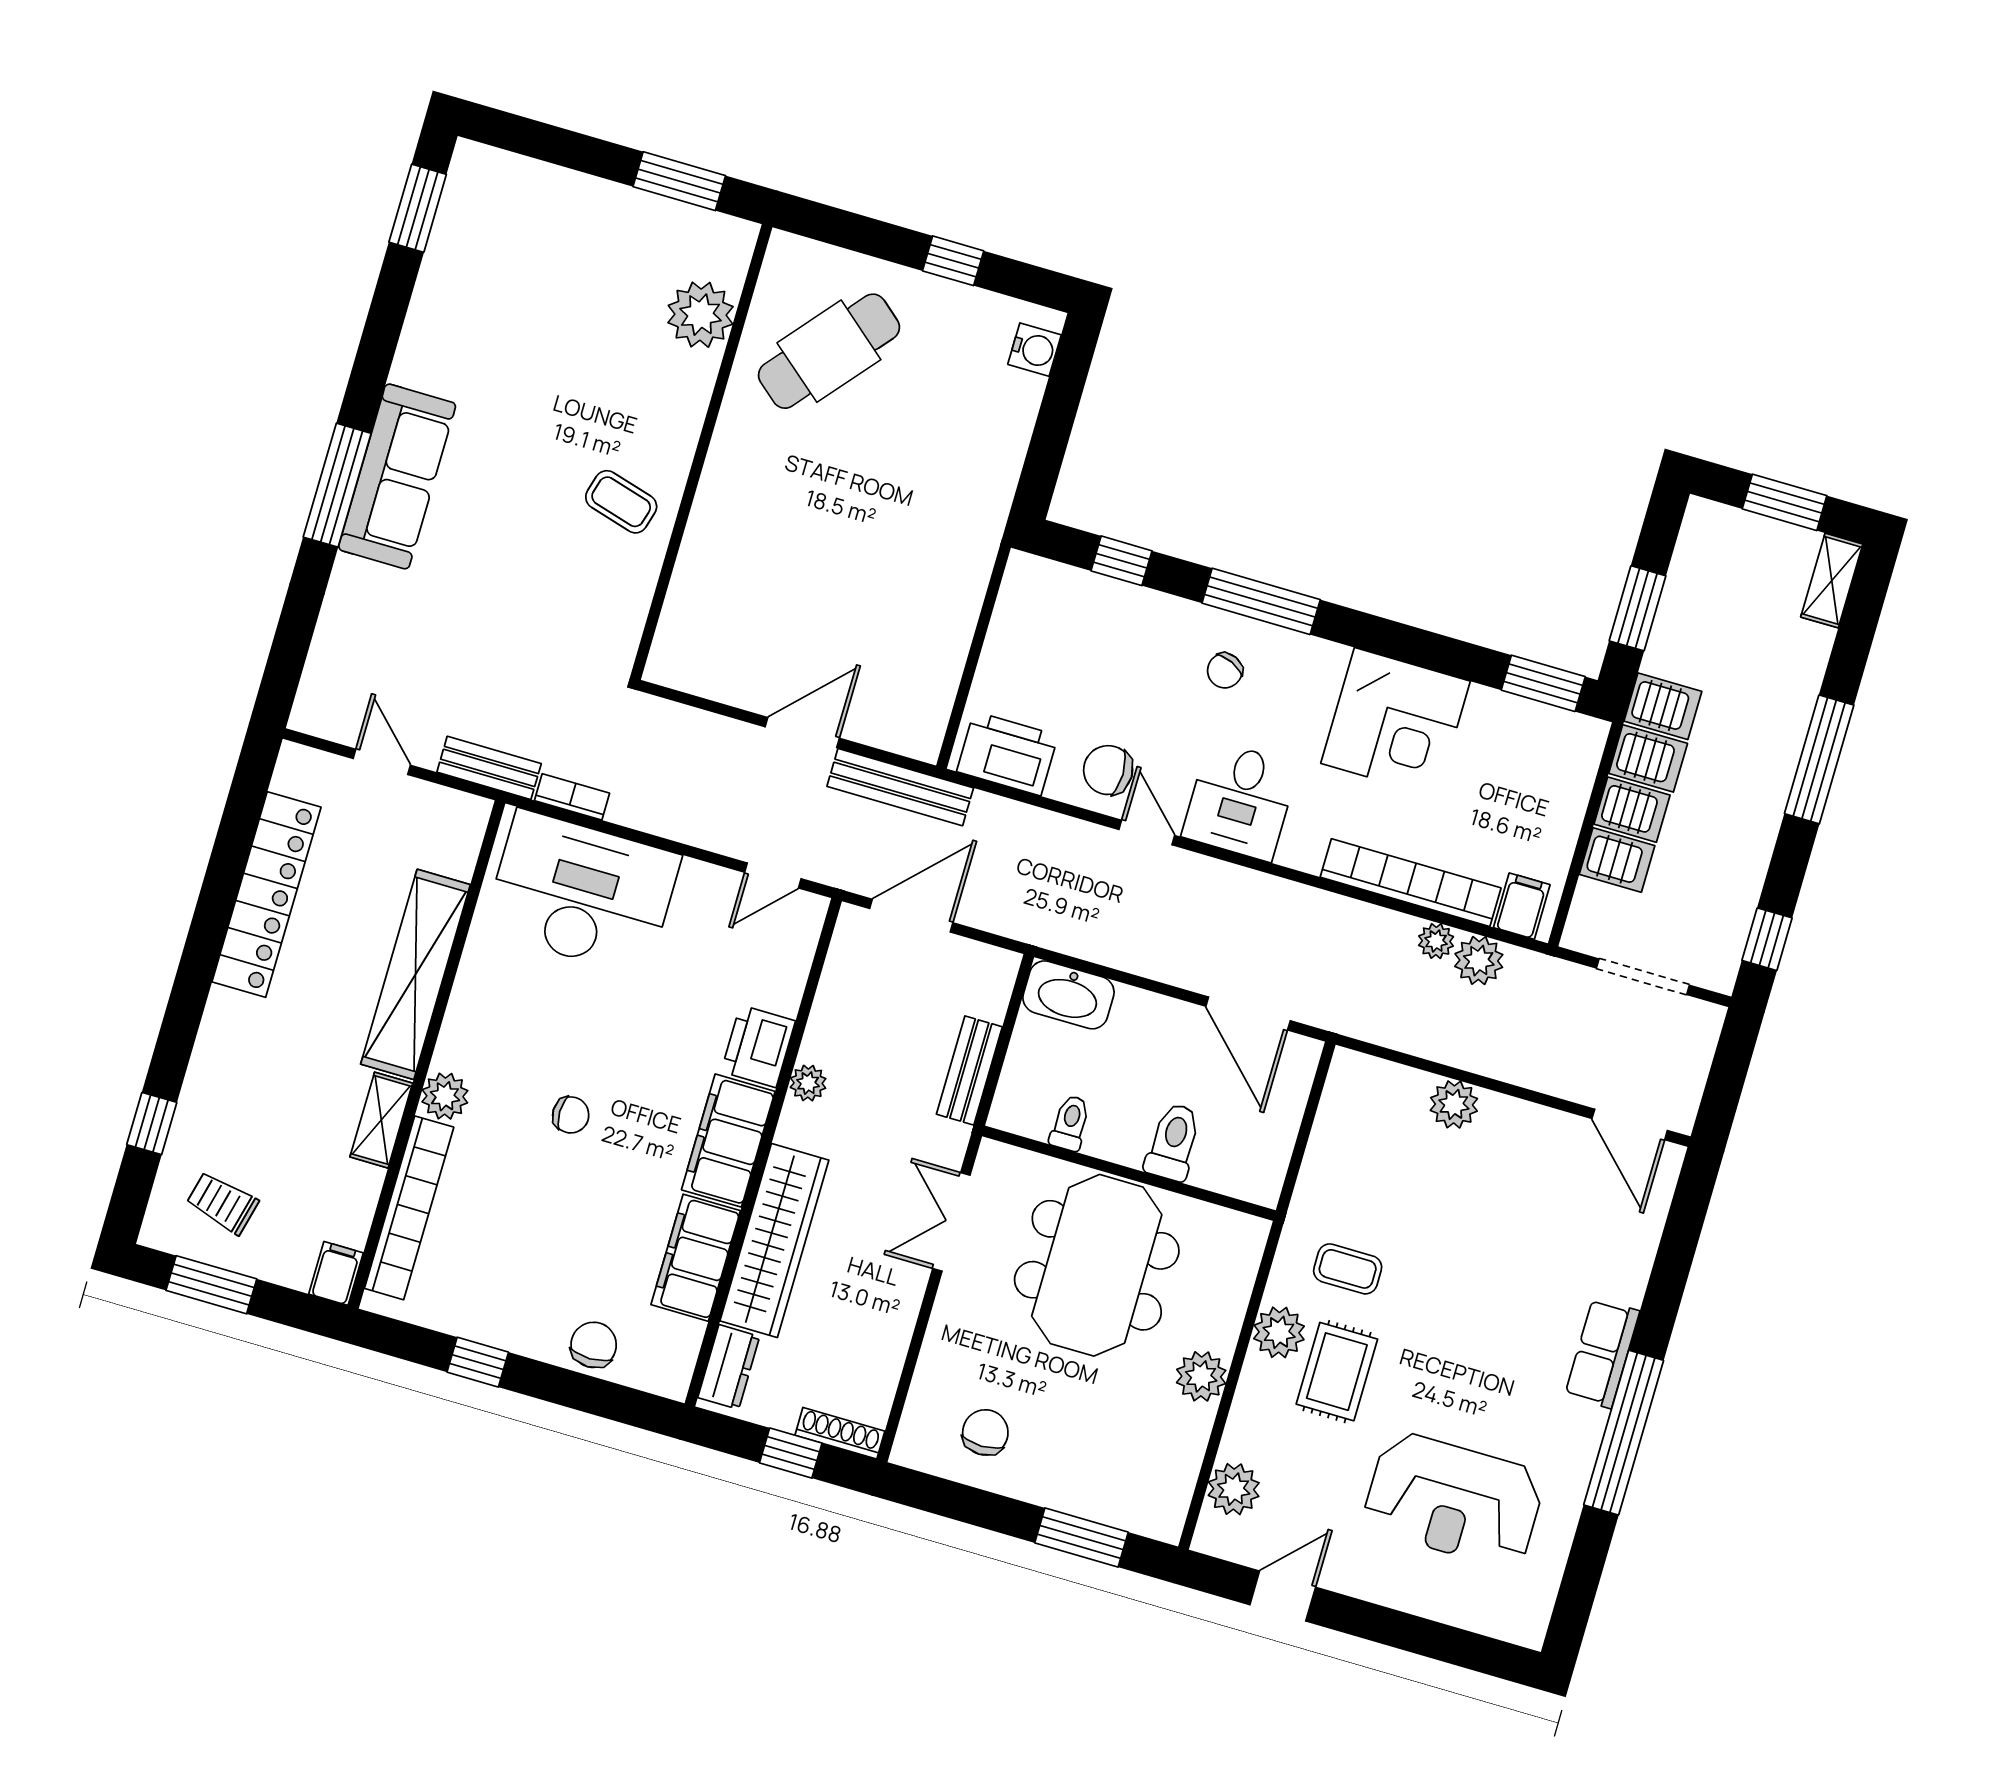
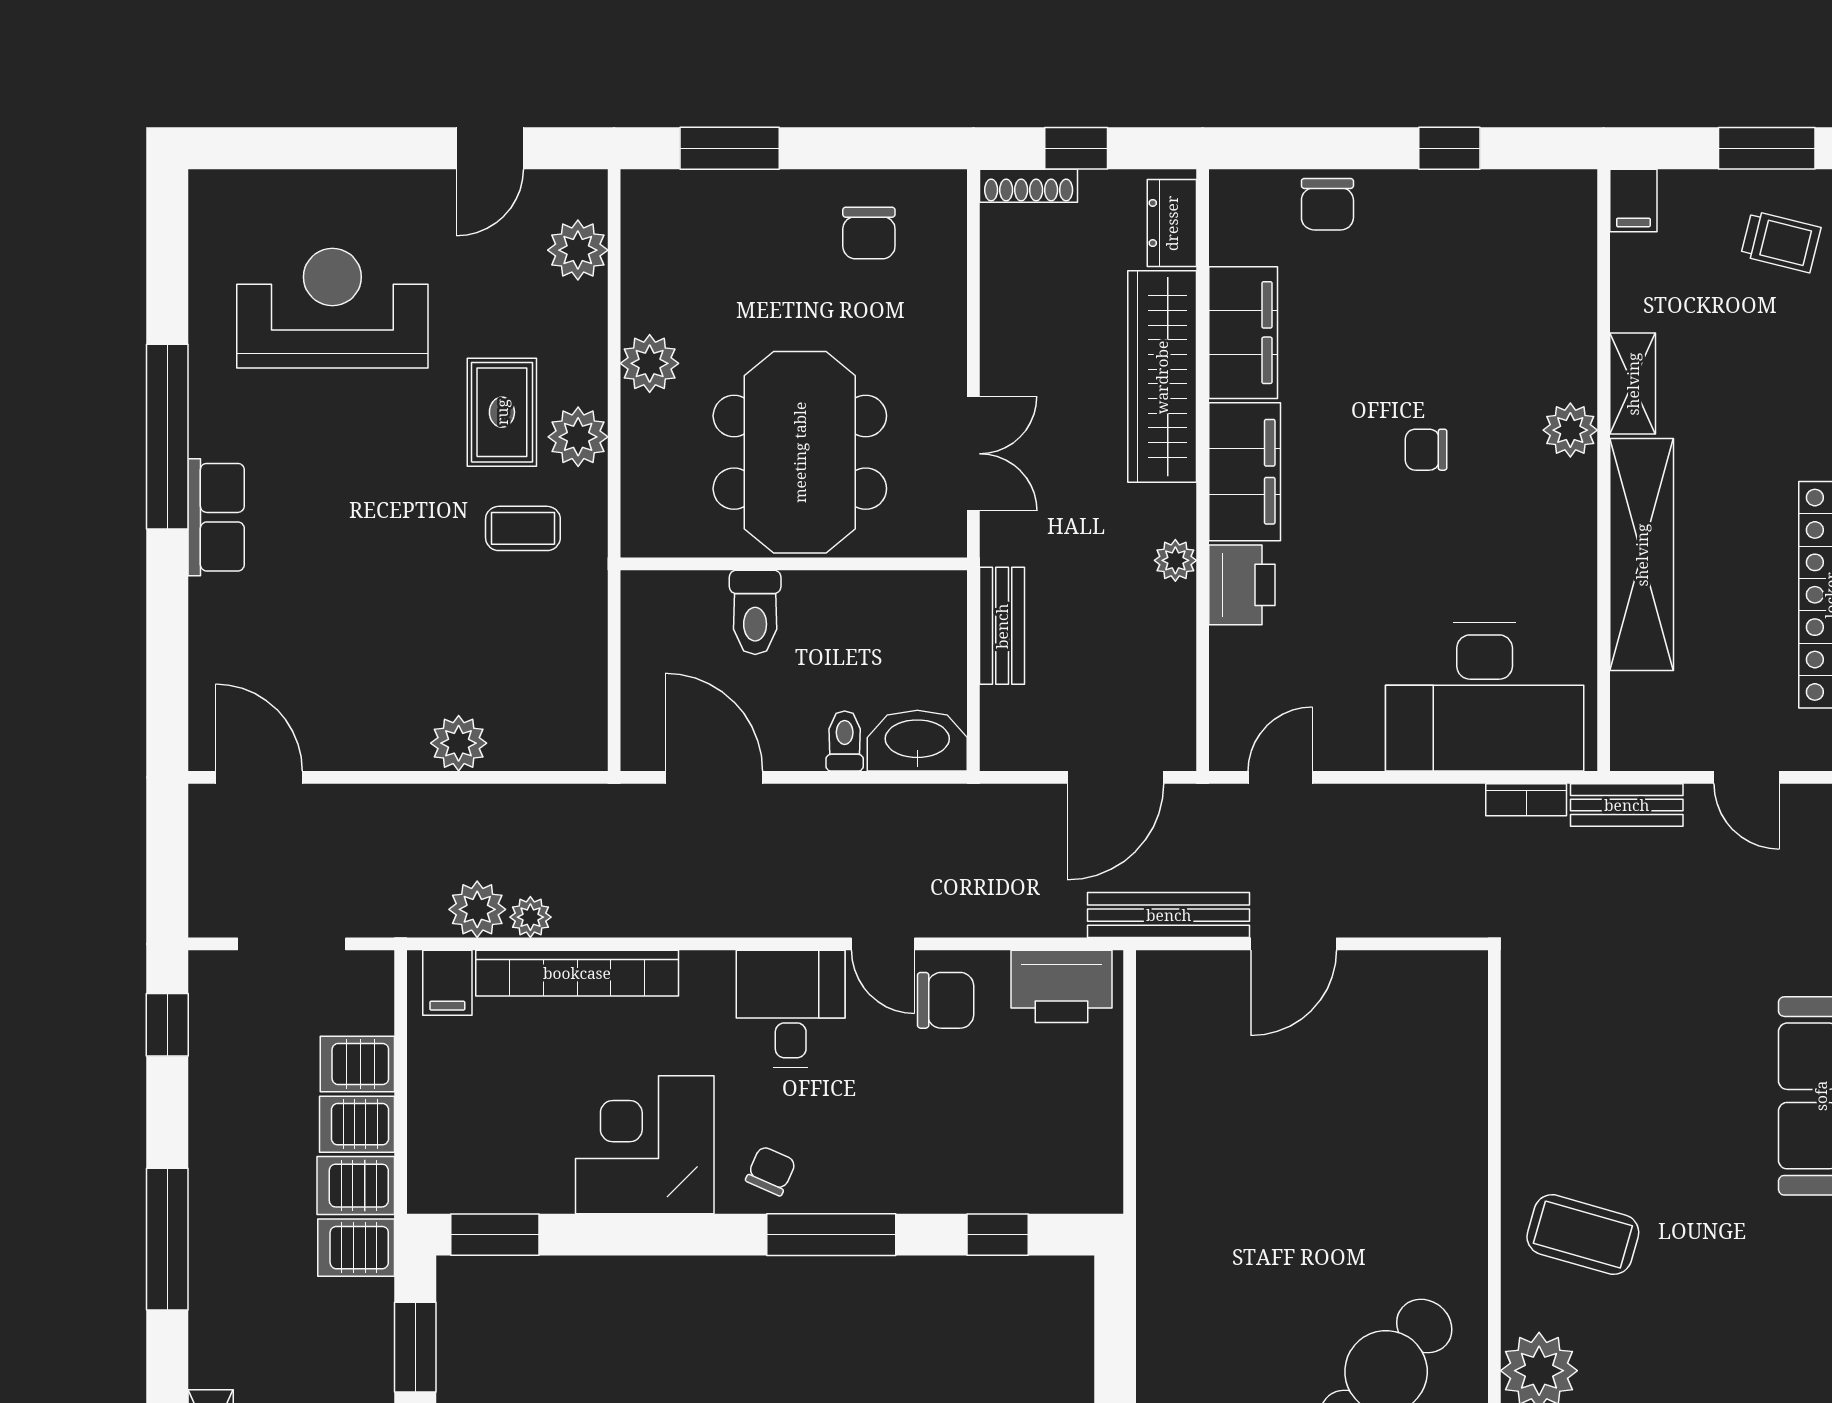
coffee table: (621, 502) -> (1583, 1235), moved, width x1.36, depth x1.30
chair: (1225, 671) -> (771, 1171), moved
toilet: (1070, 1123) -> (845, 741), moved, turned 180
bookcase: (409, 1208) -> (1574, 296), removed

